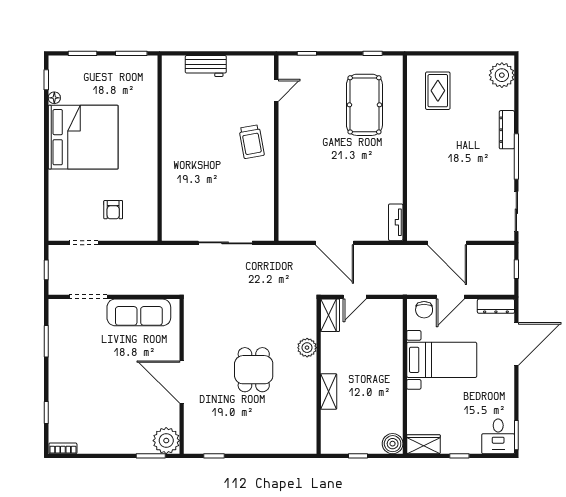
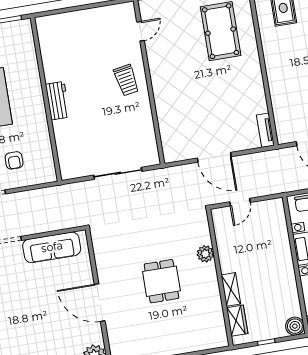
workbench: (206, 66) -> (58, 101), moved, turned -90
wardrobe: (330, 315) -> (237, 321), moved

